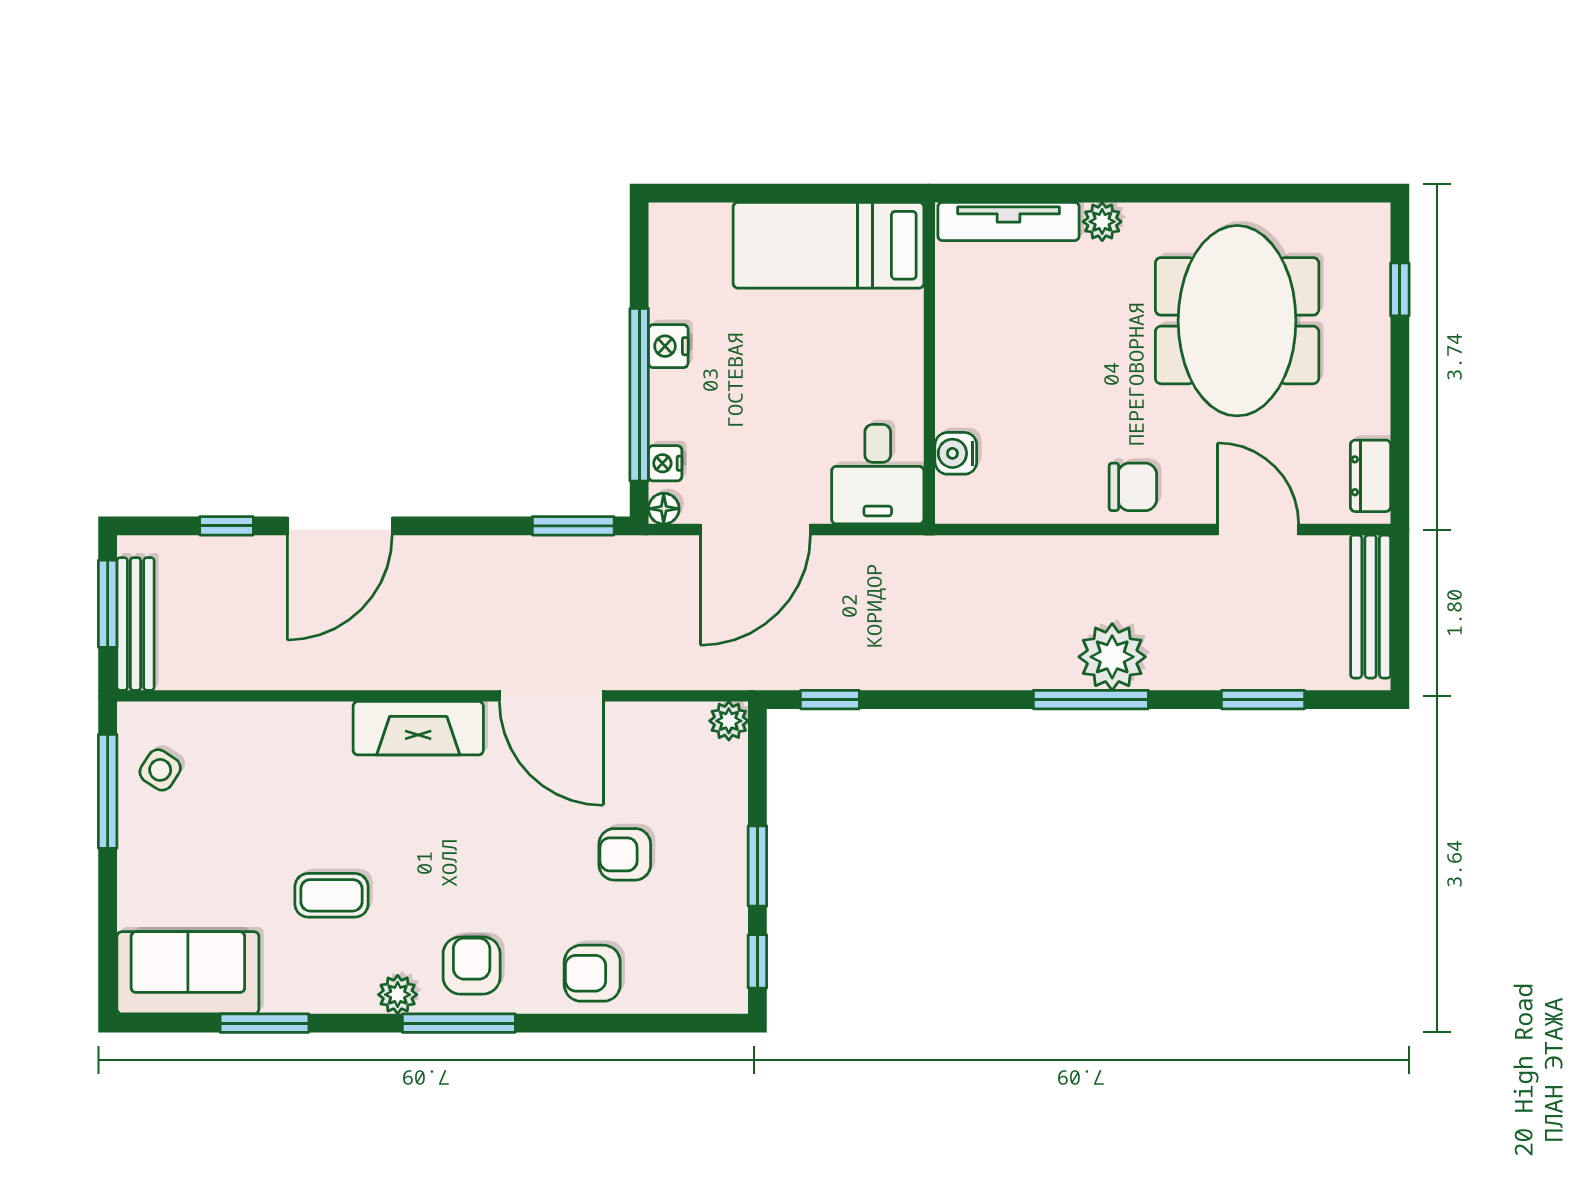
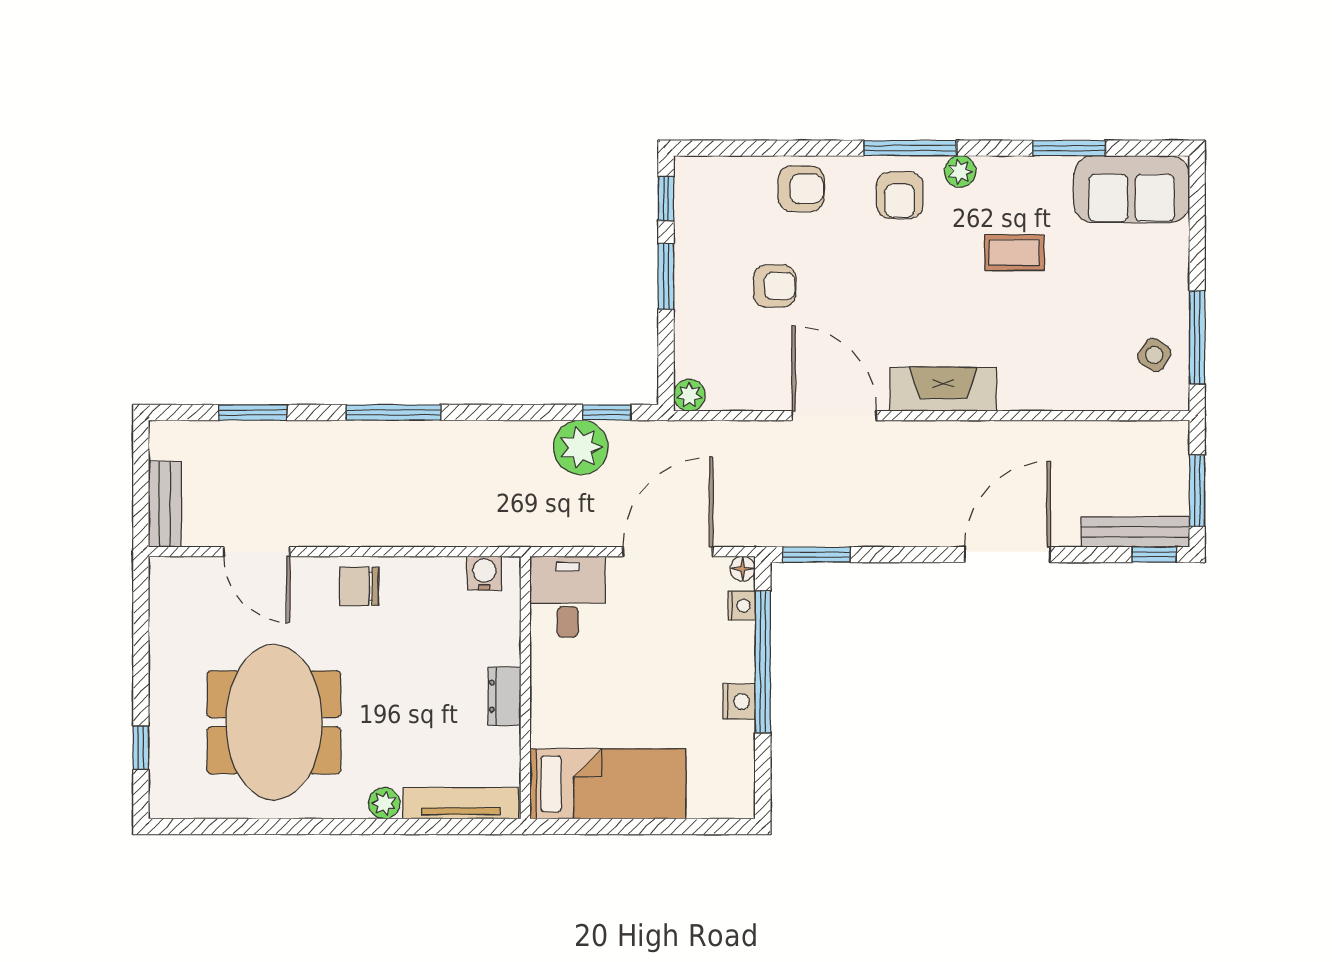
water cooler: (956, 453) -> (484, 573), moved, turned -90
dresser: (1370, 476) -> (505, 696), moved, turned 180
window: (227, 526) -> (1154, 555), moved
bench: (1371, 607) -> (165, 504), width x0.73
bench: (136, 624) -> (1135, 532), moved, turned 90
plant: (1112, 657) -> (581, 447), moved

